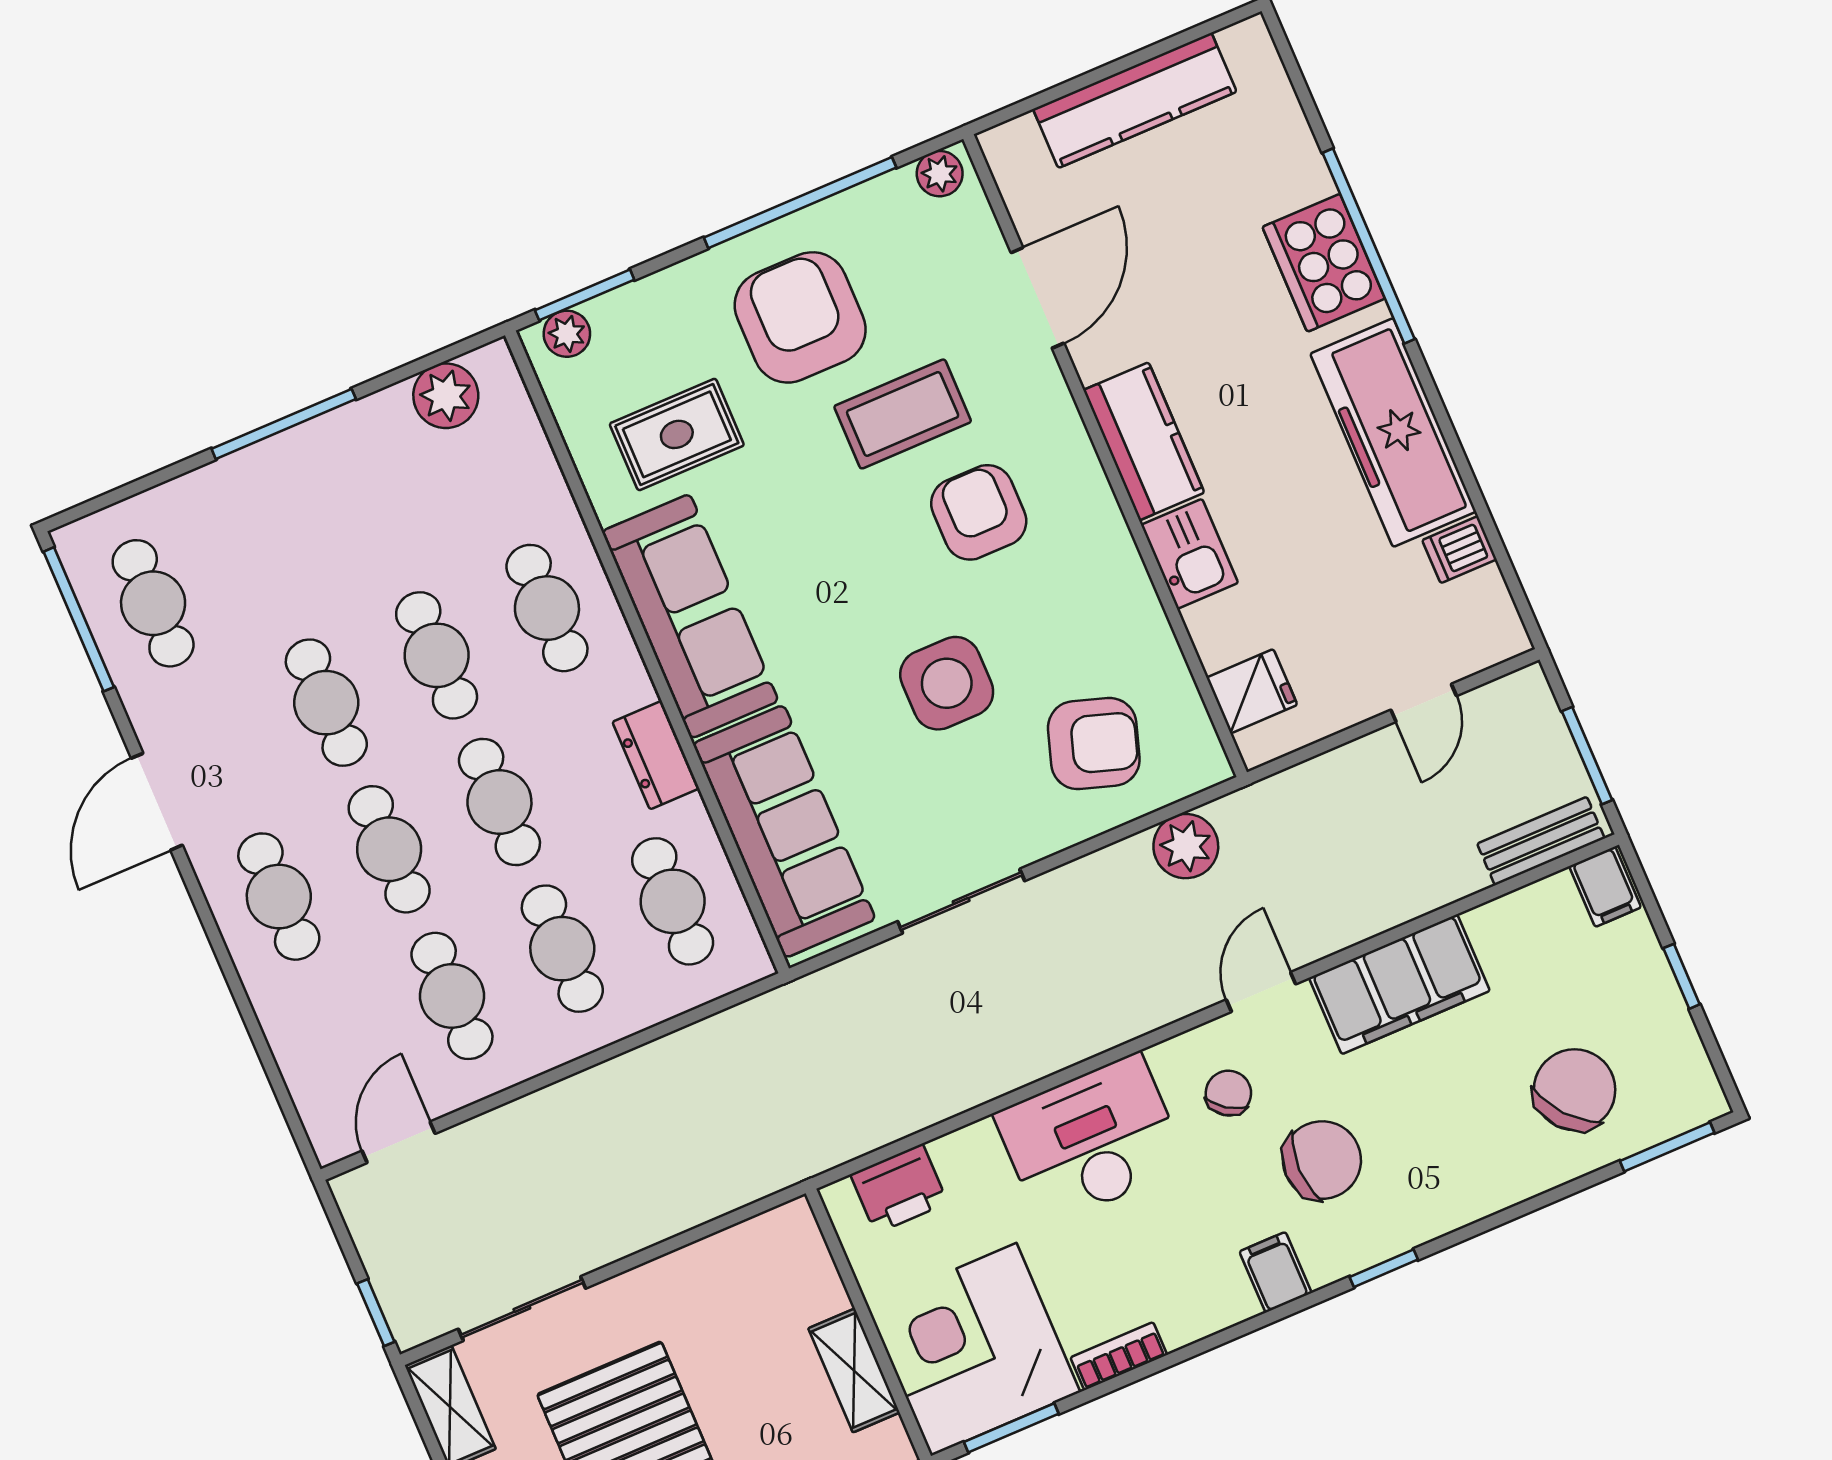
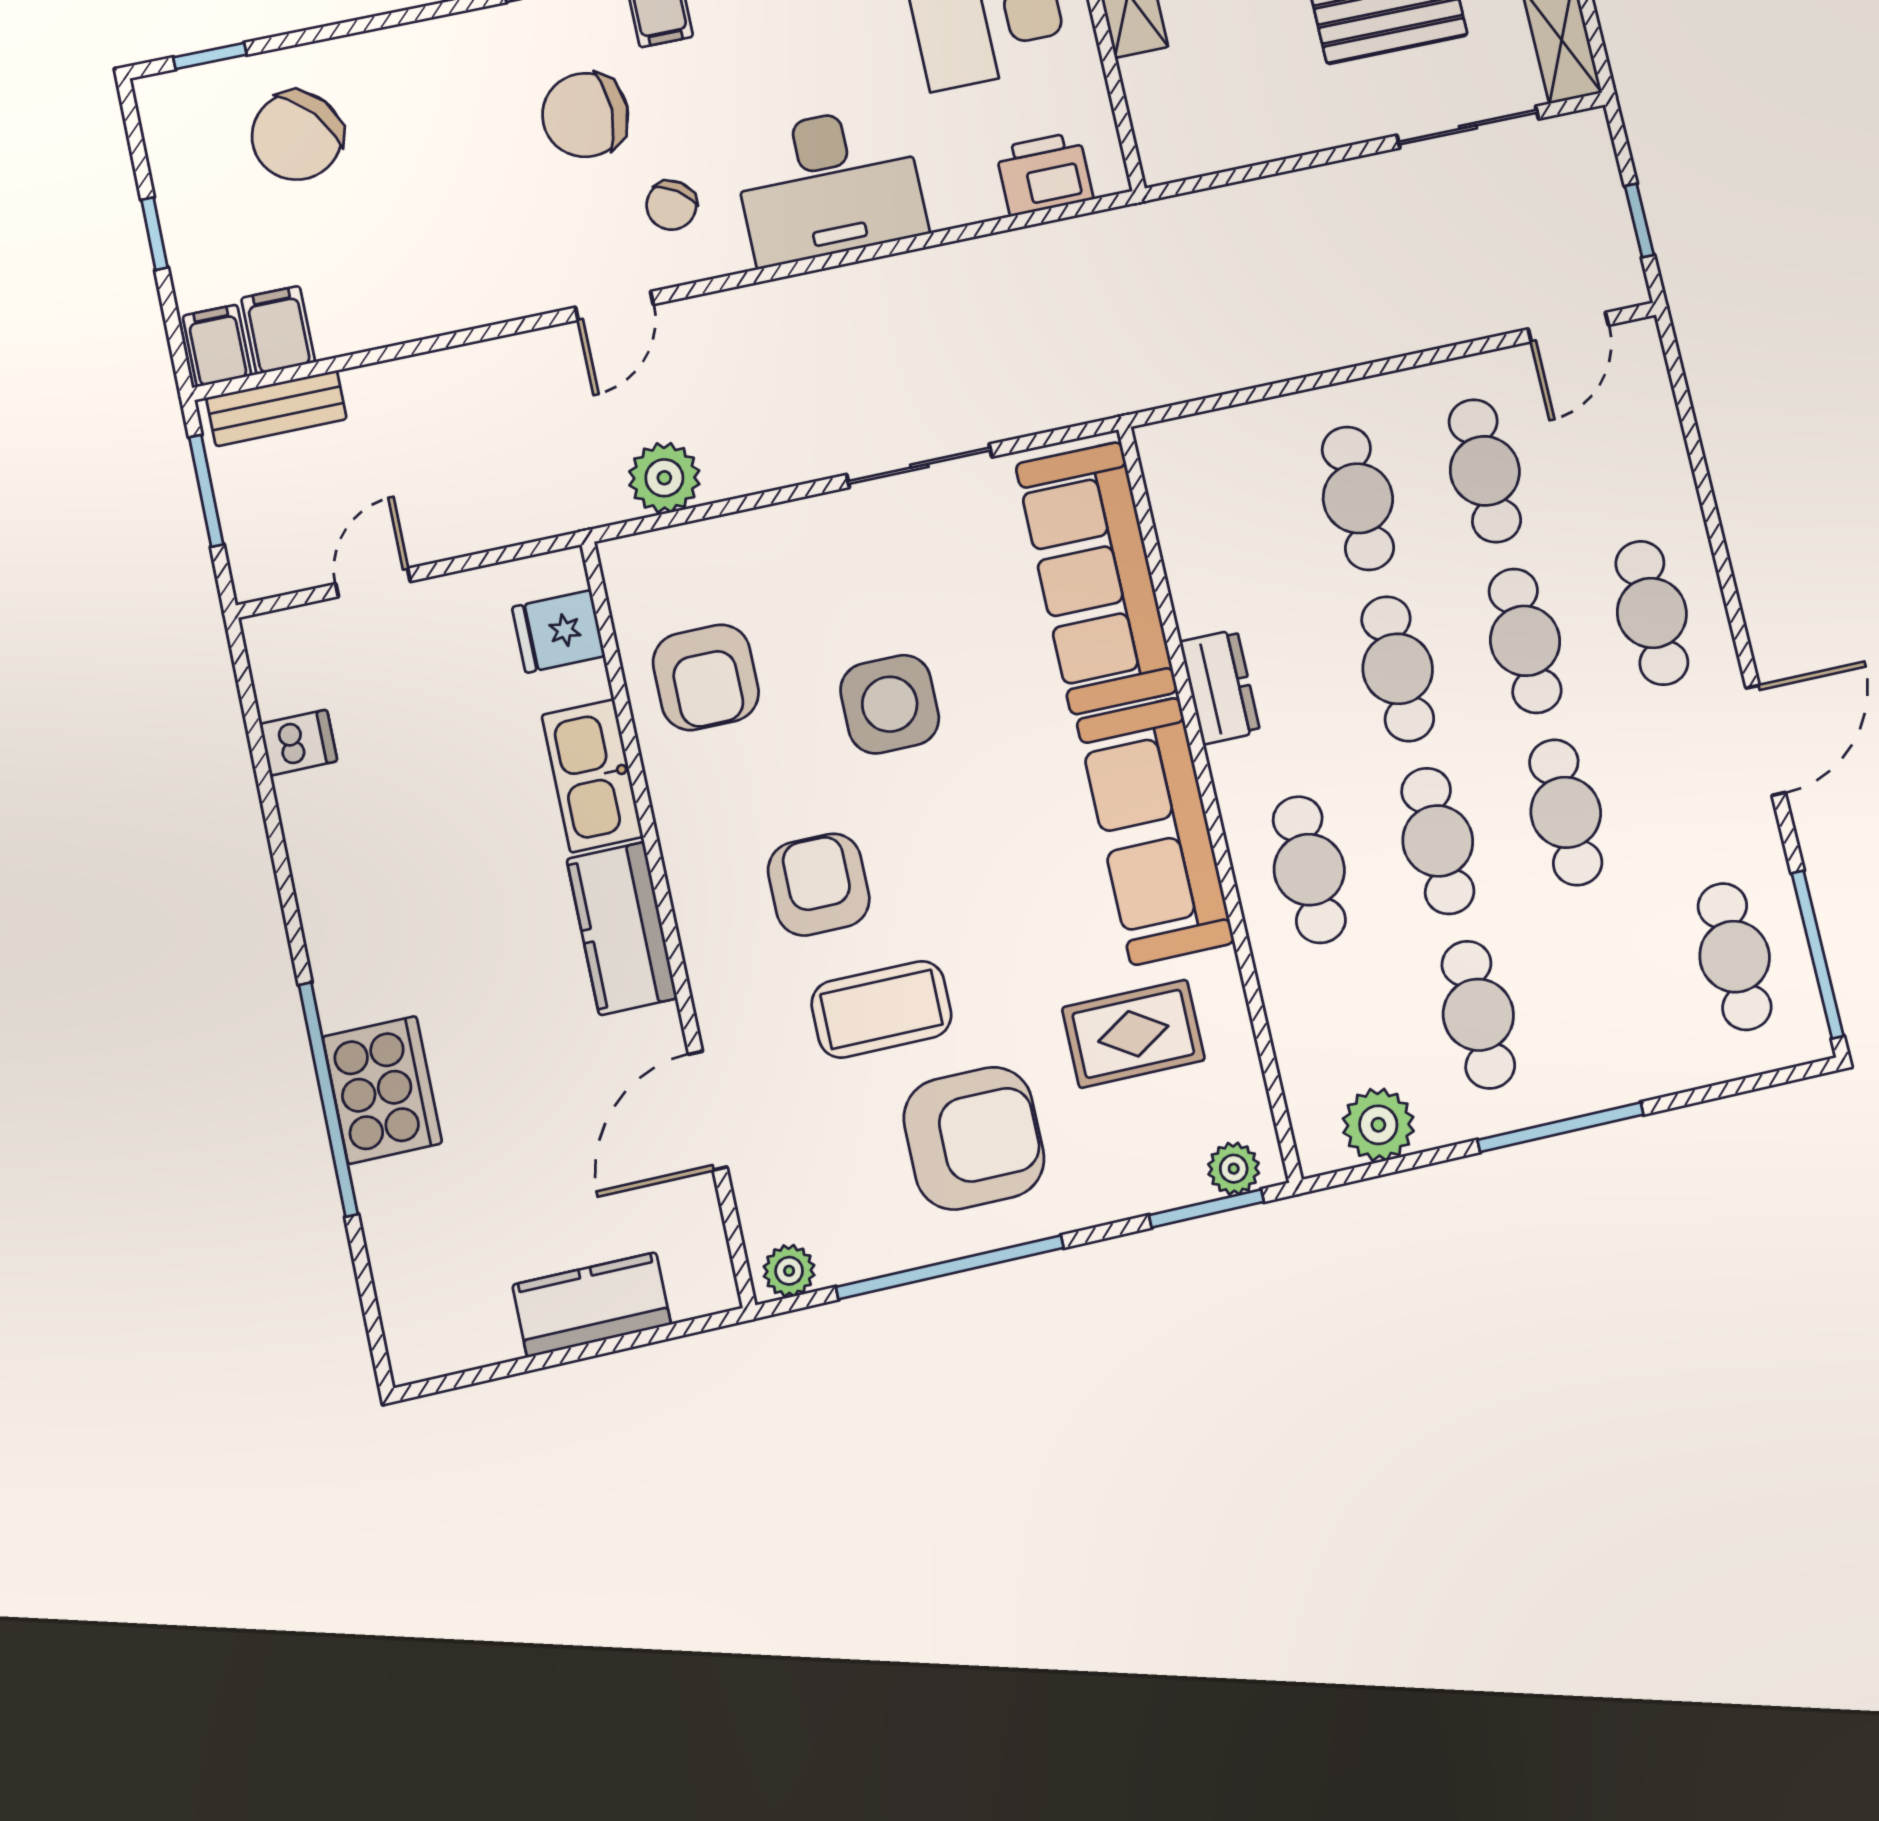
kitchen counter: (1135, 100) -> (592, 1305), width x0.67
armchair: (800, 317) -> (974, 1138), turned -90
freezer: (1393, 433) -> (344, 886), removed
armchair: (979, 512) -> (819, 885), turned 180
kitchen sink: (1190, 554) -> (592, 776), width x1.38
armchair: (1094, 744) -> (706, 677), moved, turned -108
cafe table: (673, 901) -> (1478, 1015), moved
filing cabinet: (1399, 984) -> (278, 330), moved, width x0.33, depth x0.86
window: (1667, 1147) -> (210, 56), width x0.67
window: (376, 1313) -> (1639, 220), moved

